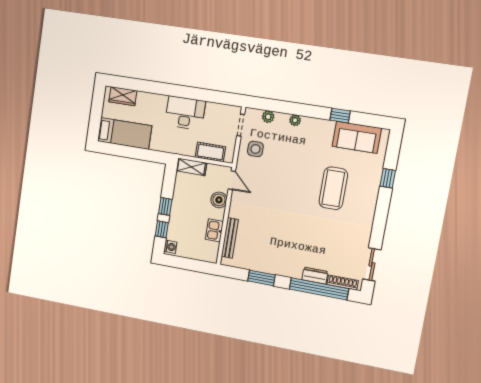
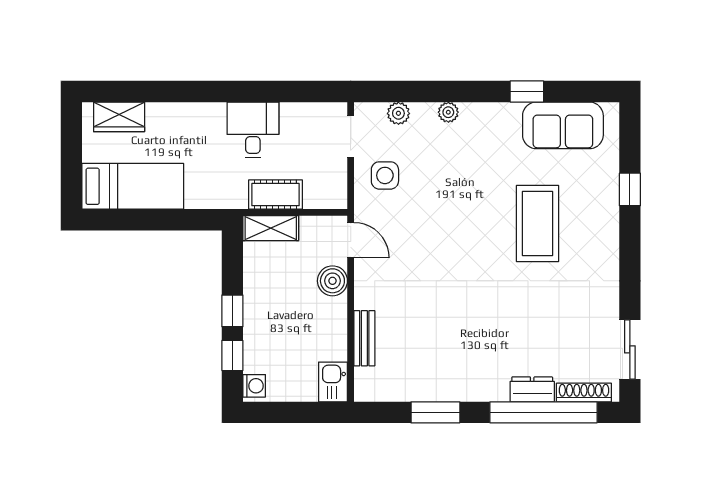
desk: (185, 113) -> (253, 130), width x0.73
cot: (210, 152) -> (276, 195), moved
kitchen sink: (214, 230) -> (333, 382), moved
bench: (230, 238) -> (364, 338), width x0.73

